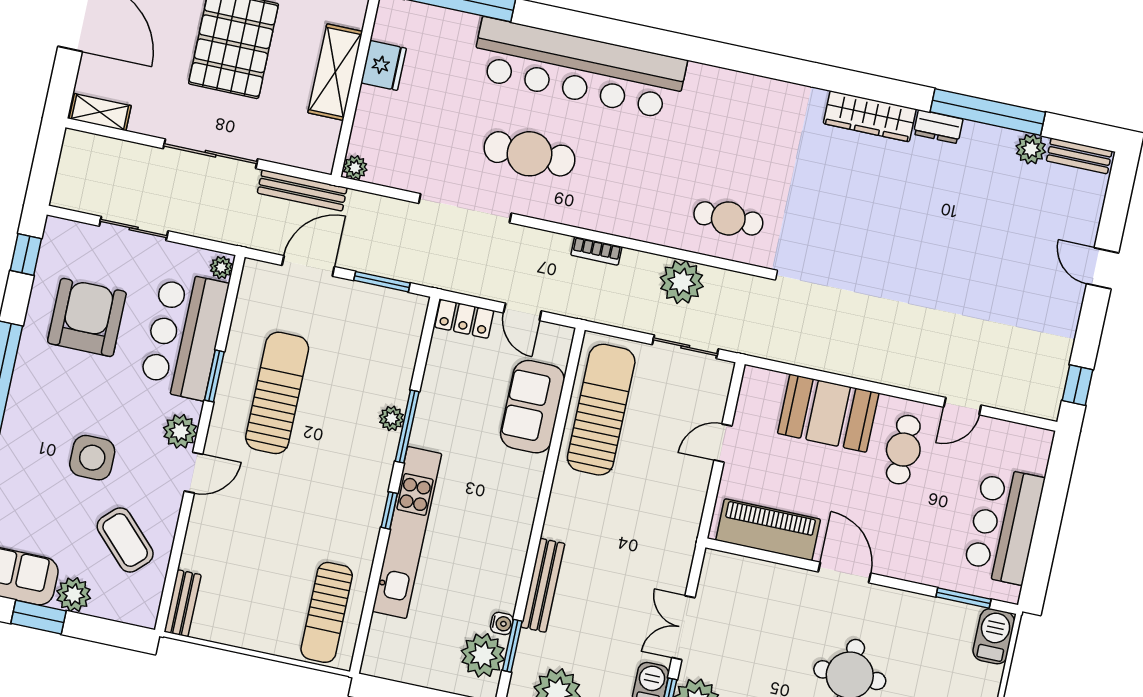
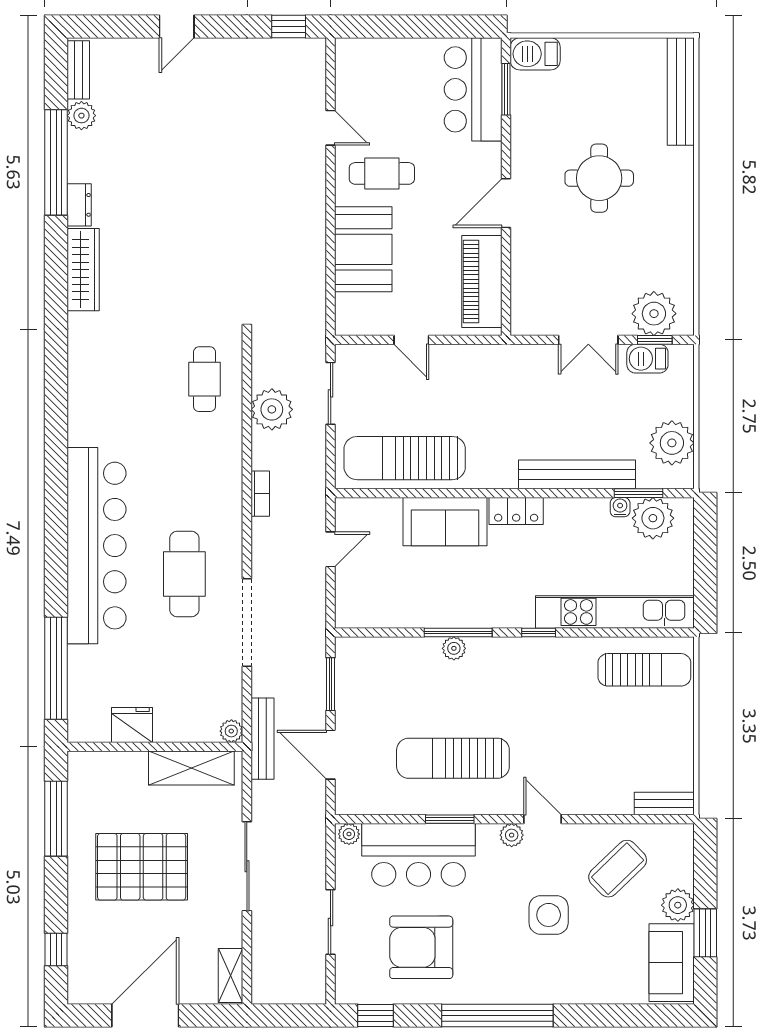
shelving: (335, 72) -> (191, 768), moved
bench: (302, 190) -> (262, 739), moved
locker: (464, 319) -> (516, 511), moved, turned 90
sofa: (532, 407) -> (445, 522), moved
plant: (180, 431) -> (512, 835), width x0.73, depth x0.73
bar counter: (1004, 525) -> (473, 89), moved, turned 90
kitchen unit: (407, 532) -> (615, 612), moved
bench: (543, 585) -> (577, 474), width x1.37, depth x1.21

